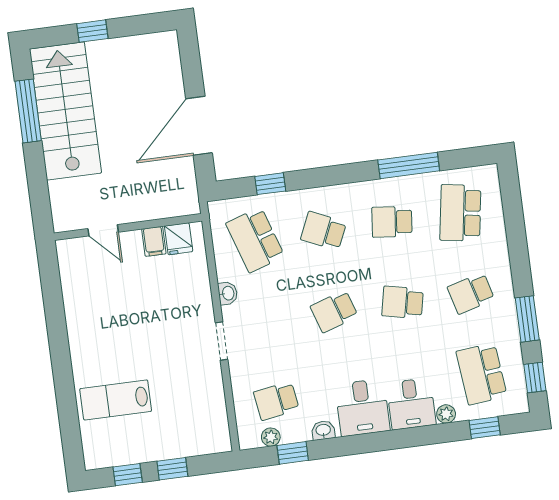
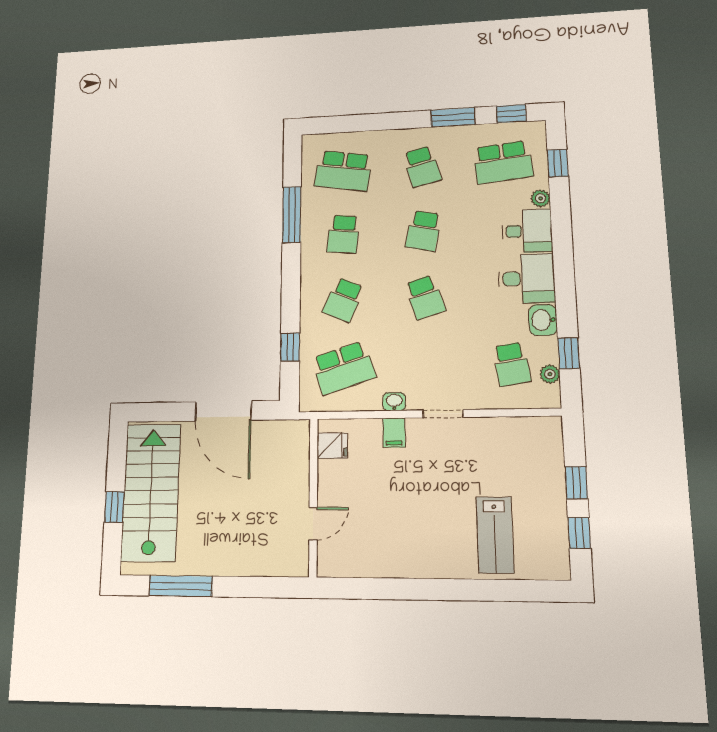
stairs: (65, 111) -> (151, 492), moved, turned 90
filing cabinet: (154, 241) -> (394, 433), moved, turned 90
washbasin: (323, 430) -> (543, 320), width x1.38, depth x1.45

